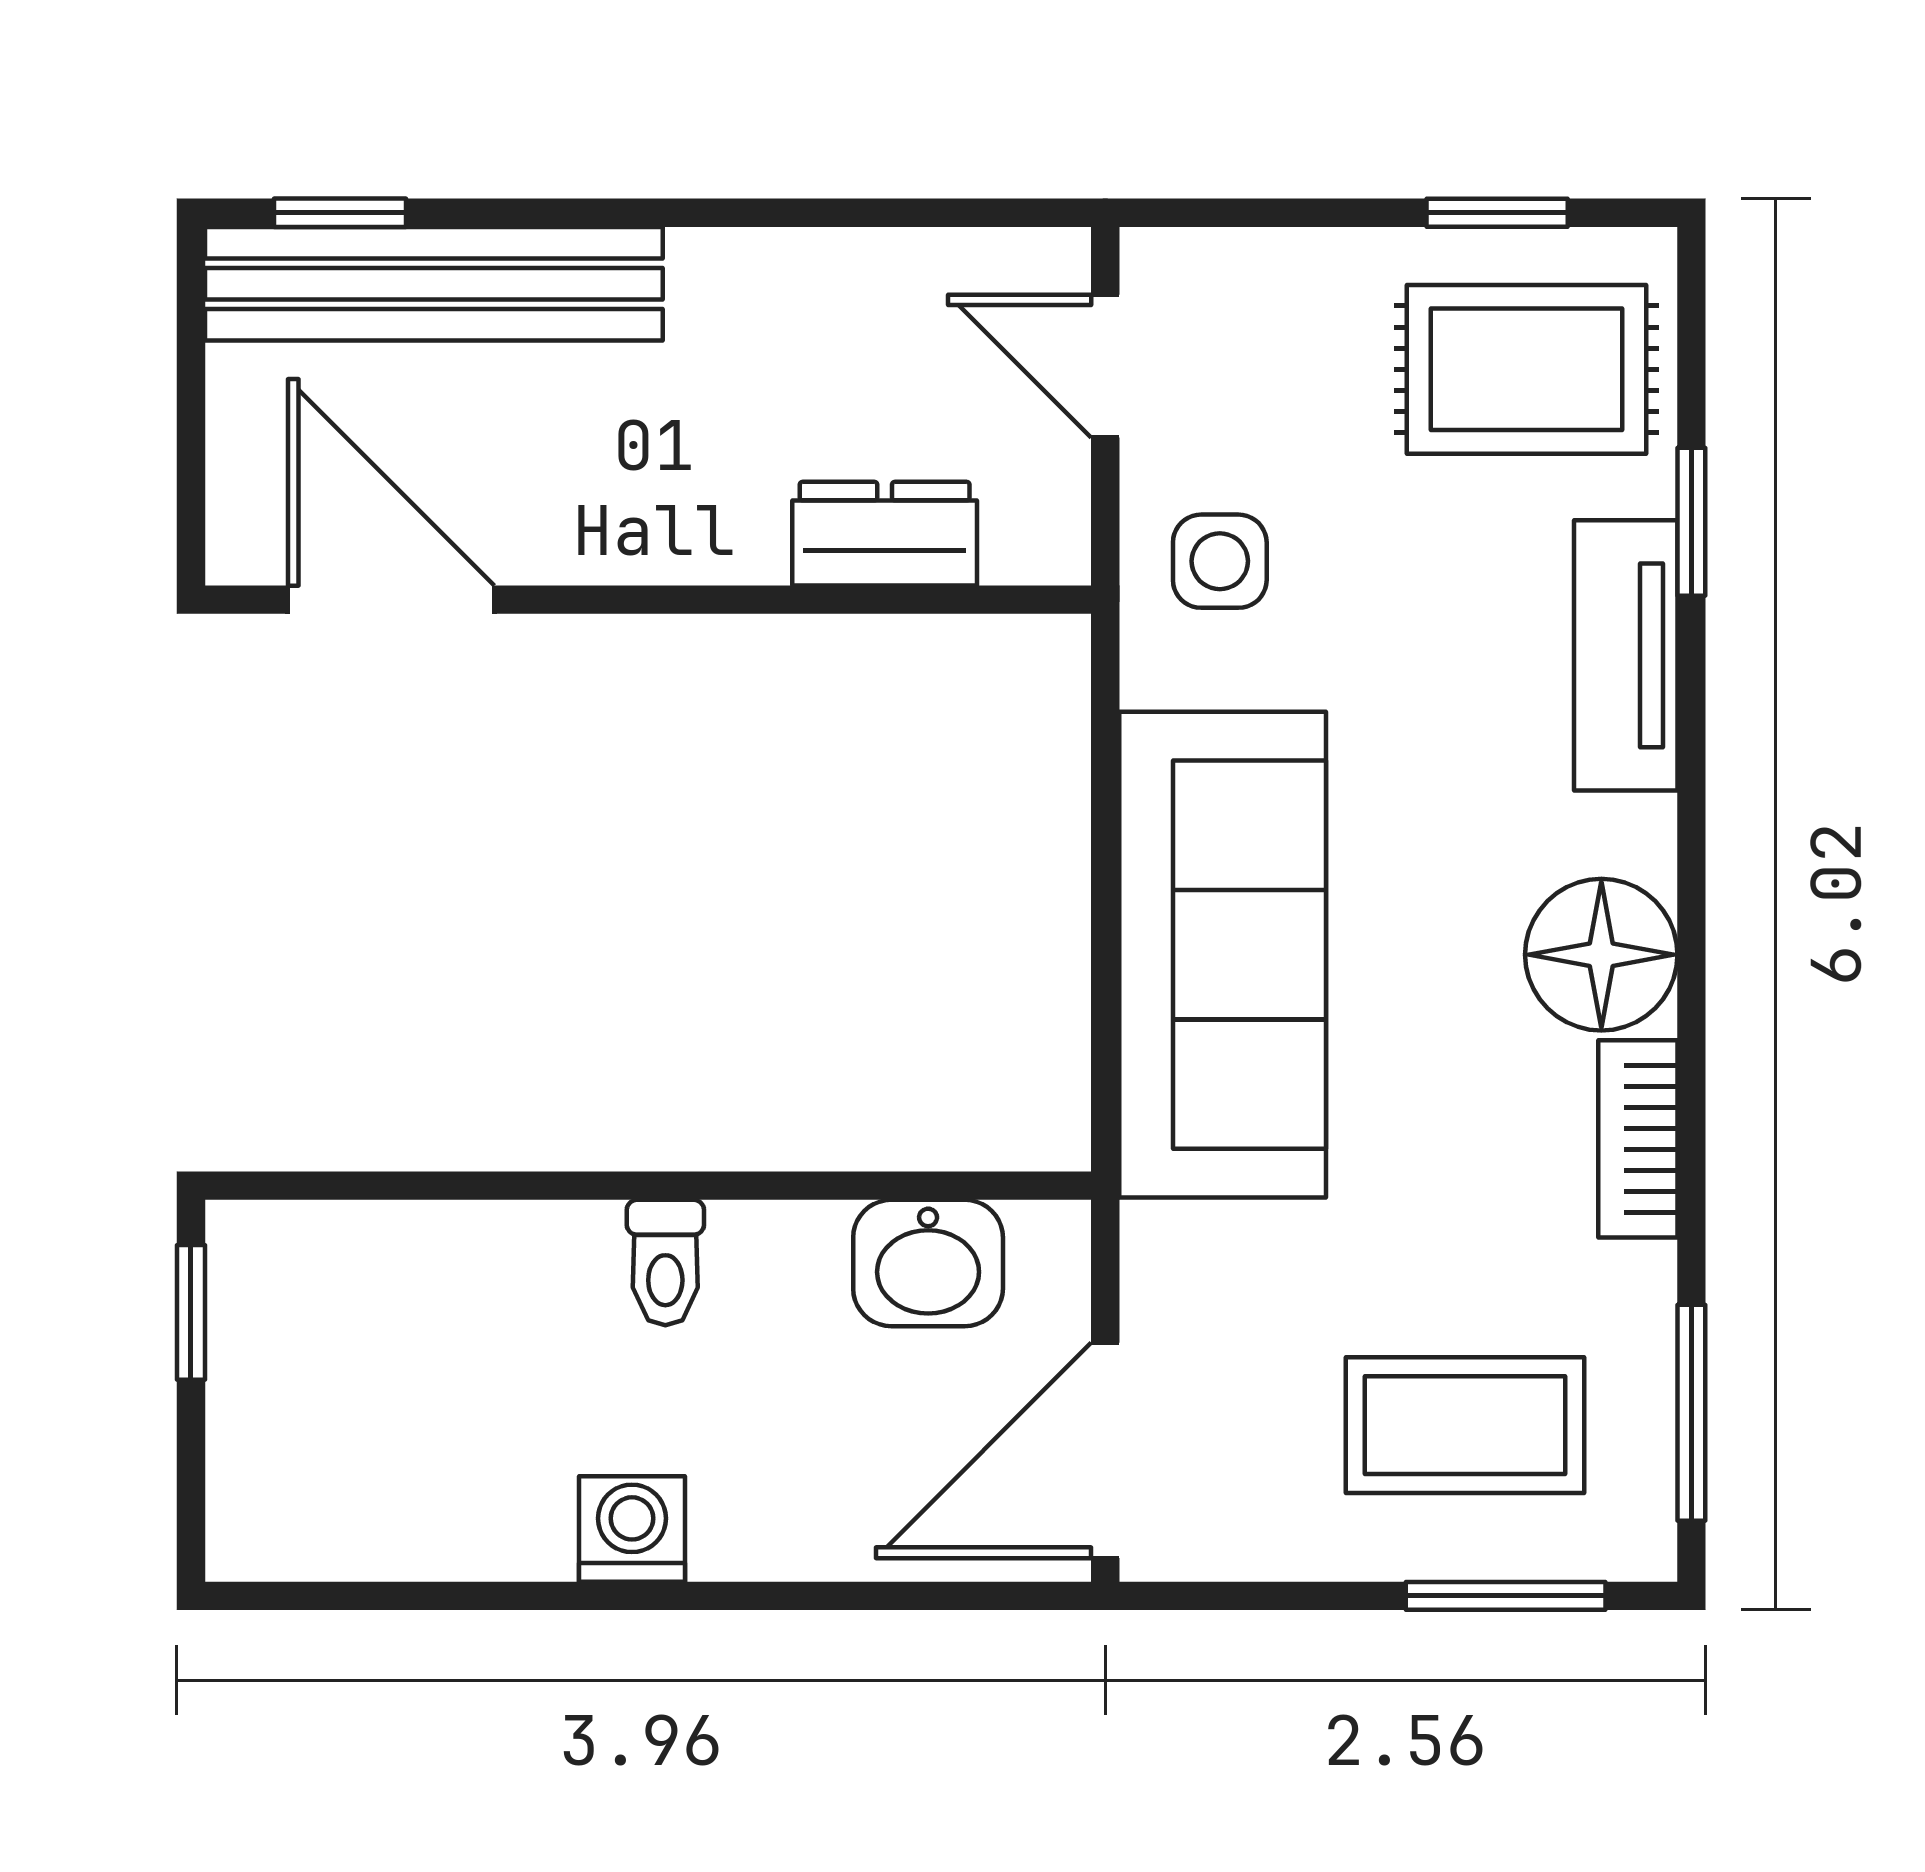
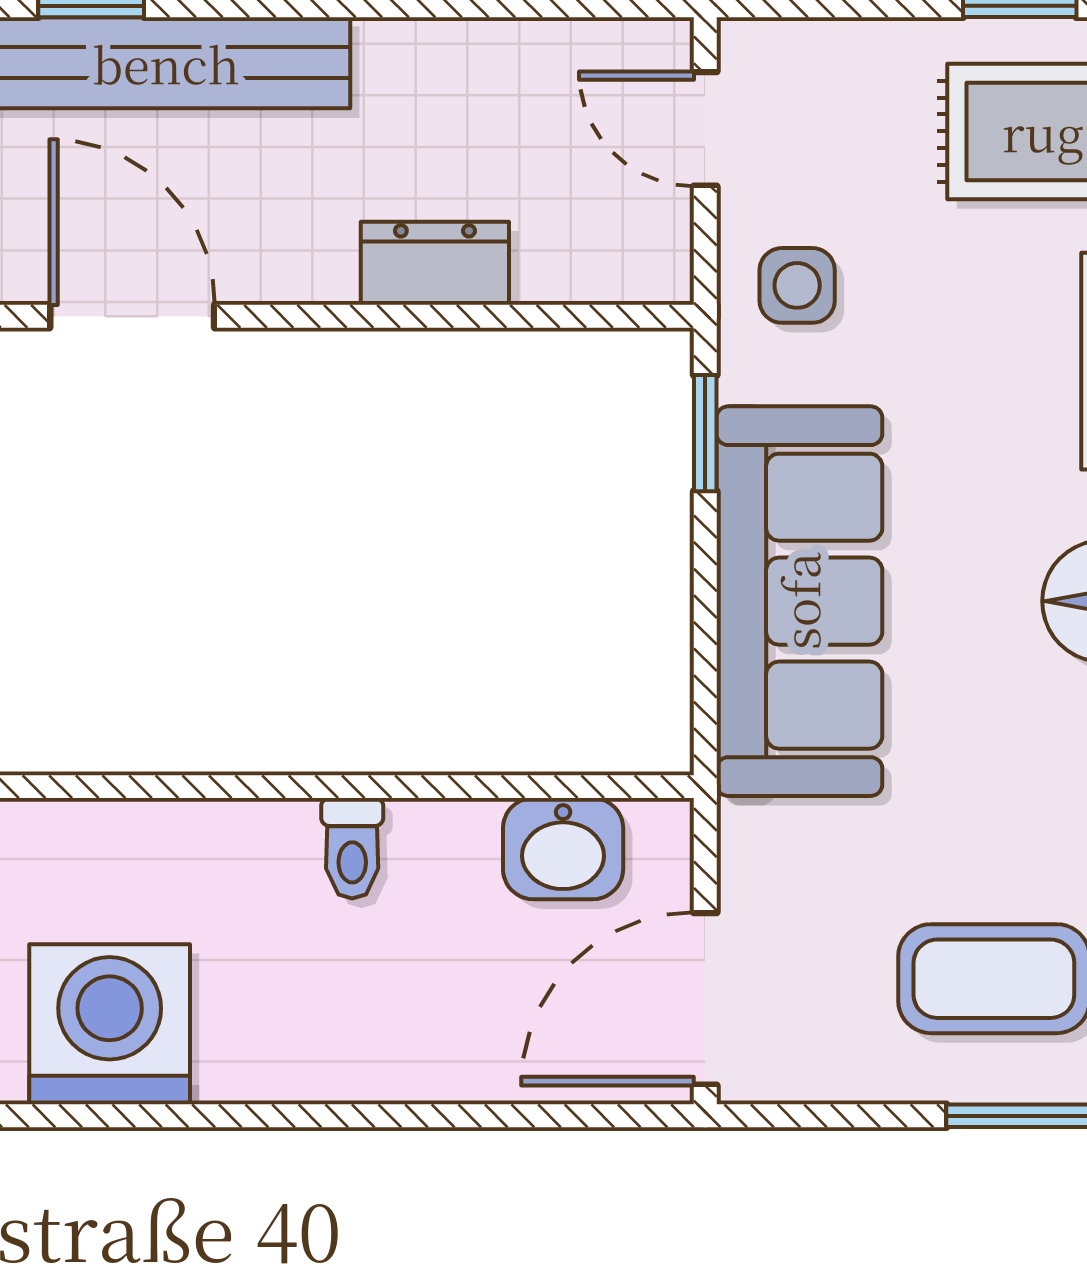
dresser: (885, 534) -> (435, 263), moved
window: (1105, 745) -> (705, 433), added
washing machine: (632, 1529) -> (110, 1024), moved, width x1.89, depth x1.89

